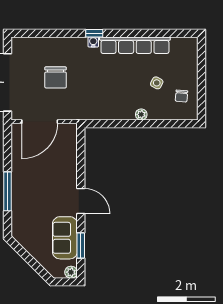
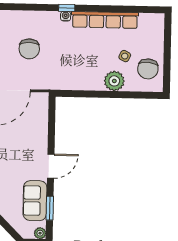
chair: (181, 96) -> (148, 69), width x1.87, depth x1.87
plant: (141, 114) -> (114, 81), width x1.88, depth x1.88
door: (81, 201) -> (51, 166), hinge flipped

